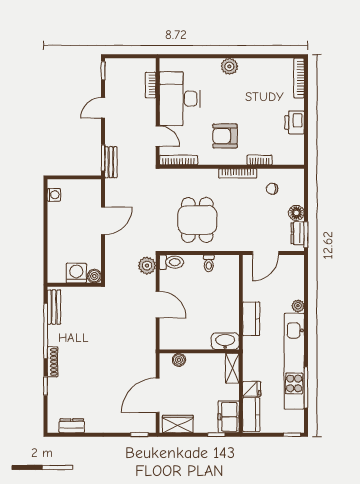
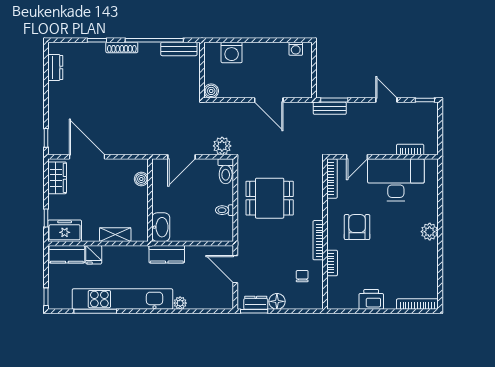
washing machine: (76, 273) -> (232, 52), moved, turned 90
washbasin: (225, 341) -> (161, 227), moved
wall: (199, 351) -> (150, 200), moved
boiler: (179, 360) -> (141, 179), moved

